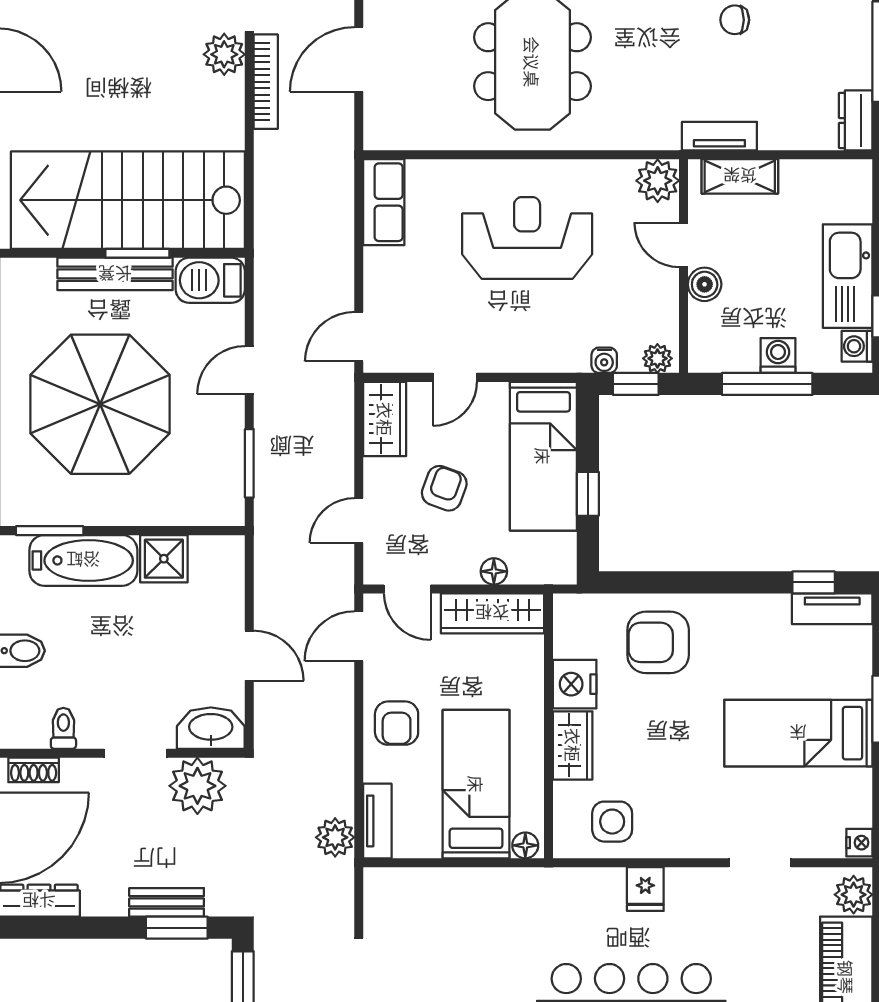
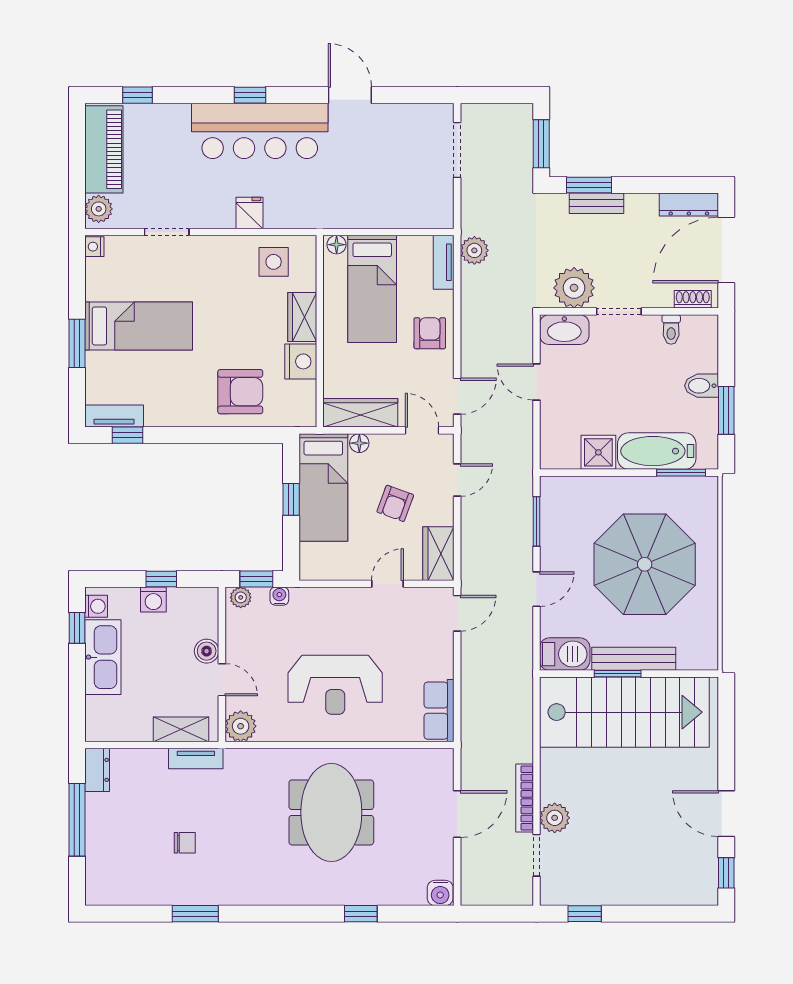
window: (767, 384) -> (161, 579), width x0.46
bed: (543, 456) -> (323, 487), moved, turned 180

